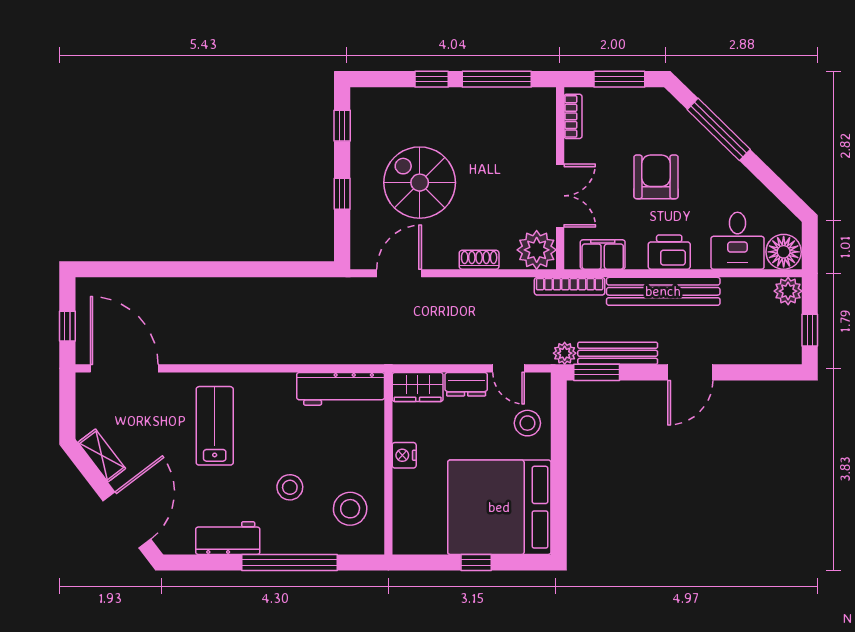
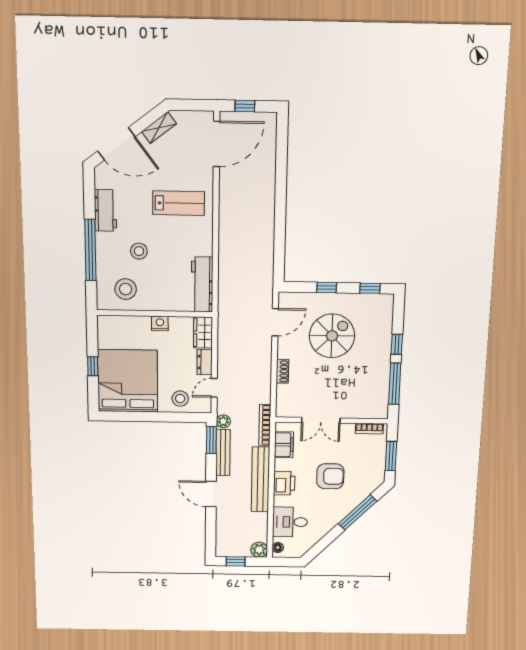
plant: (537, 250) -> (288, 406), removed
floor lamp: (784, 252) -> (278, 547), width x0.53, depth x0.53
door: (399, 273) -> (275, 322), hinge flipped

